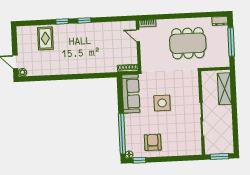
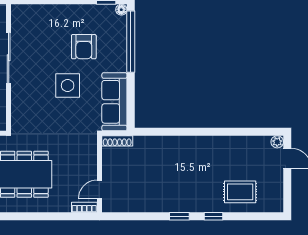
door: (138, 36) -> (99, 189), swing flipped
rug: (45, 38) -> (240, 192), turned 90
armchair: (153, 142) -> (84, 47), moved

